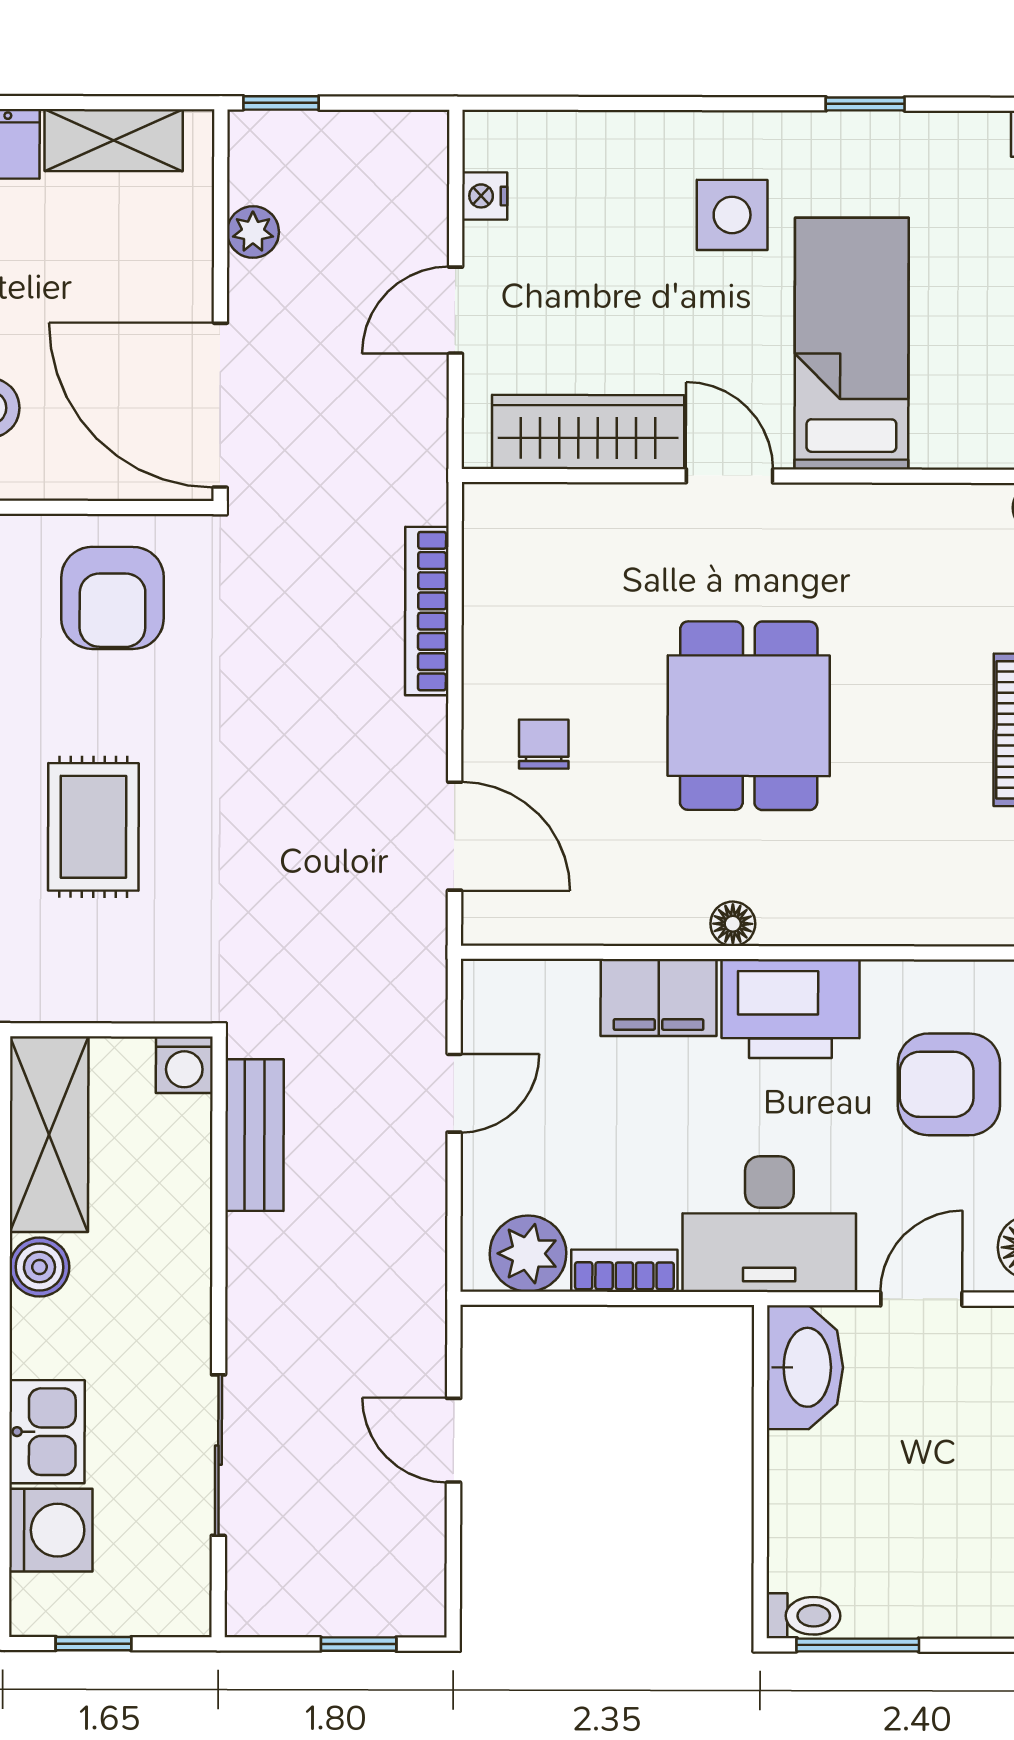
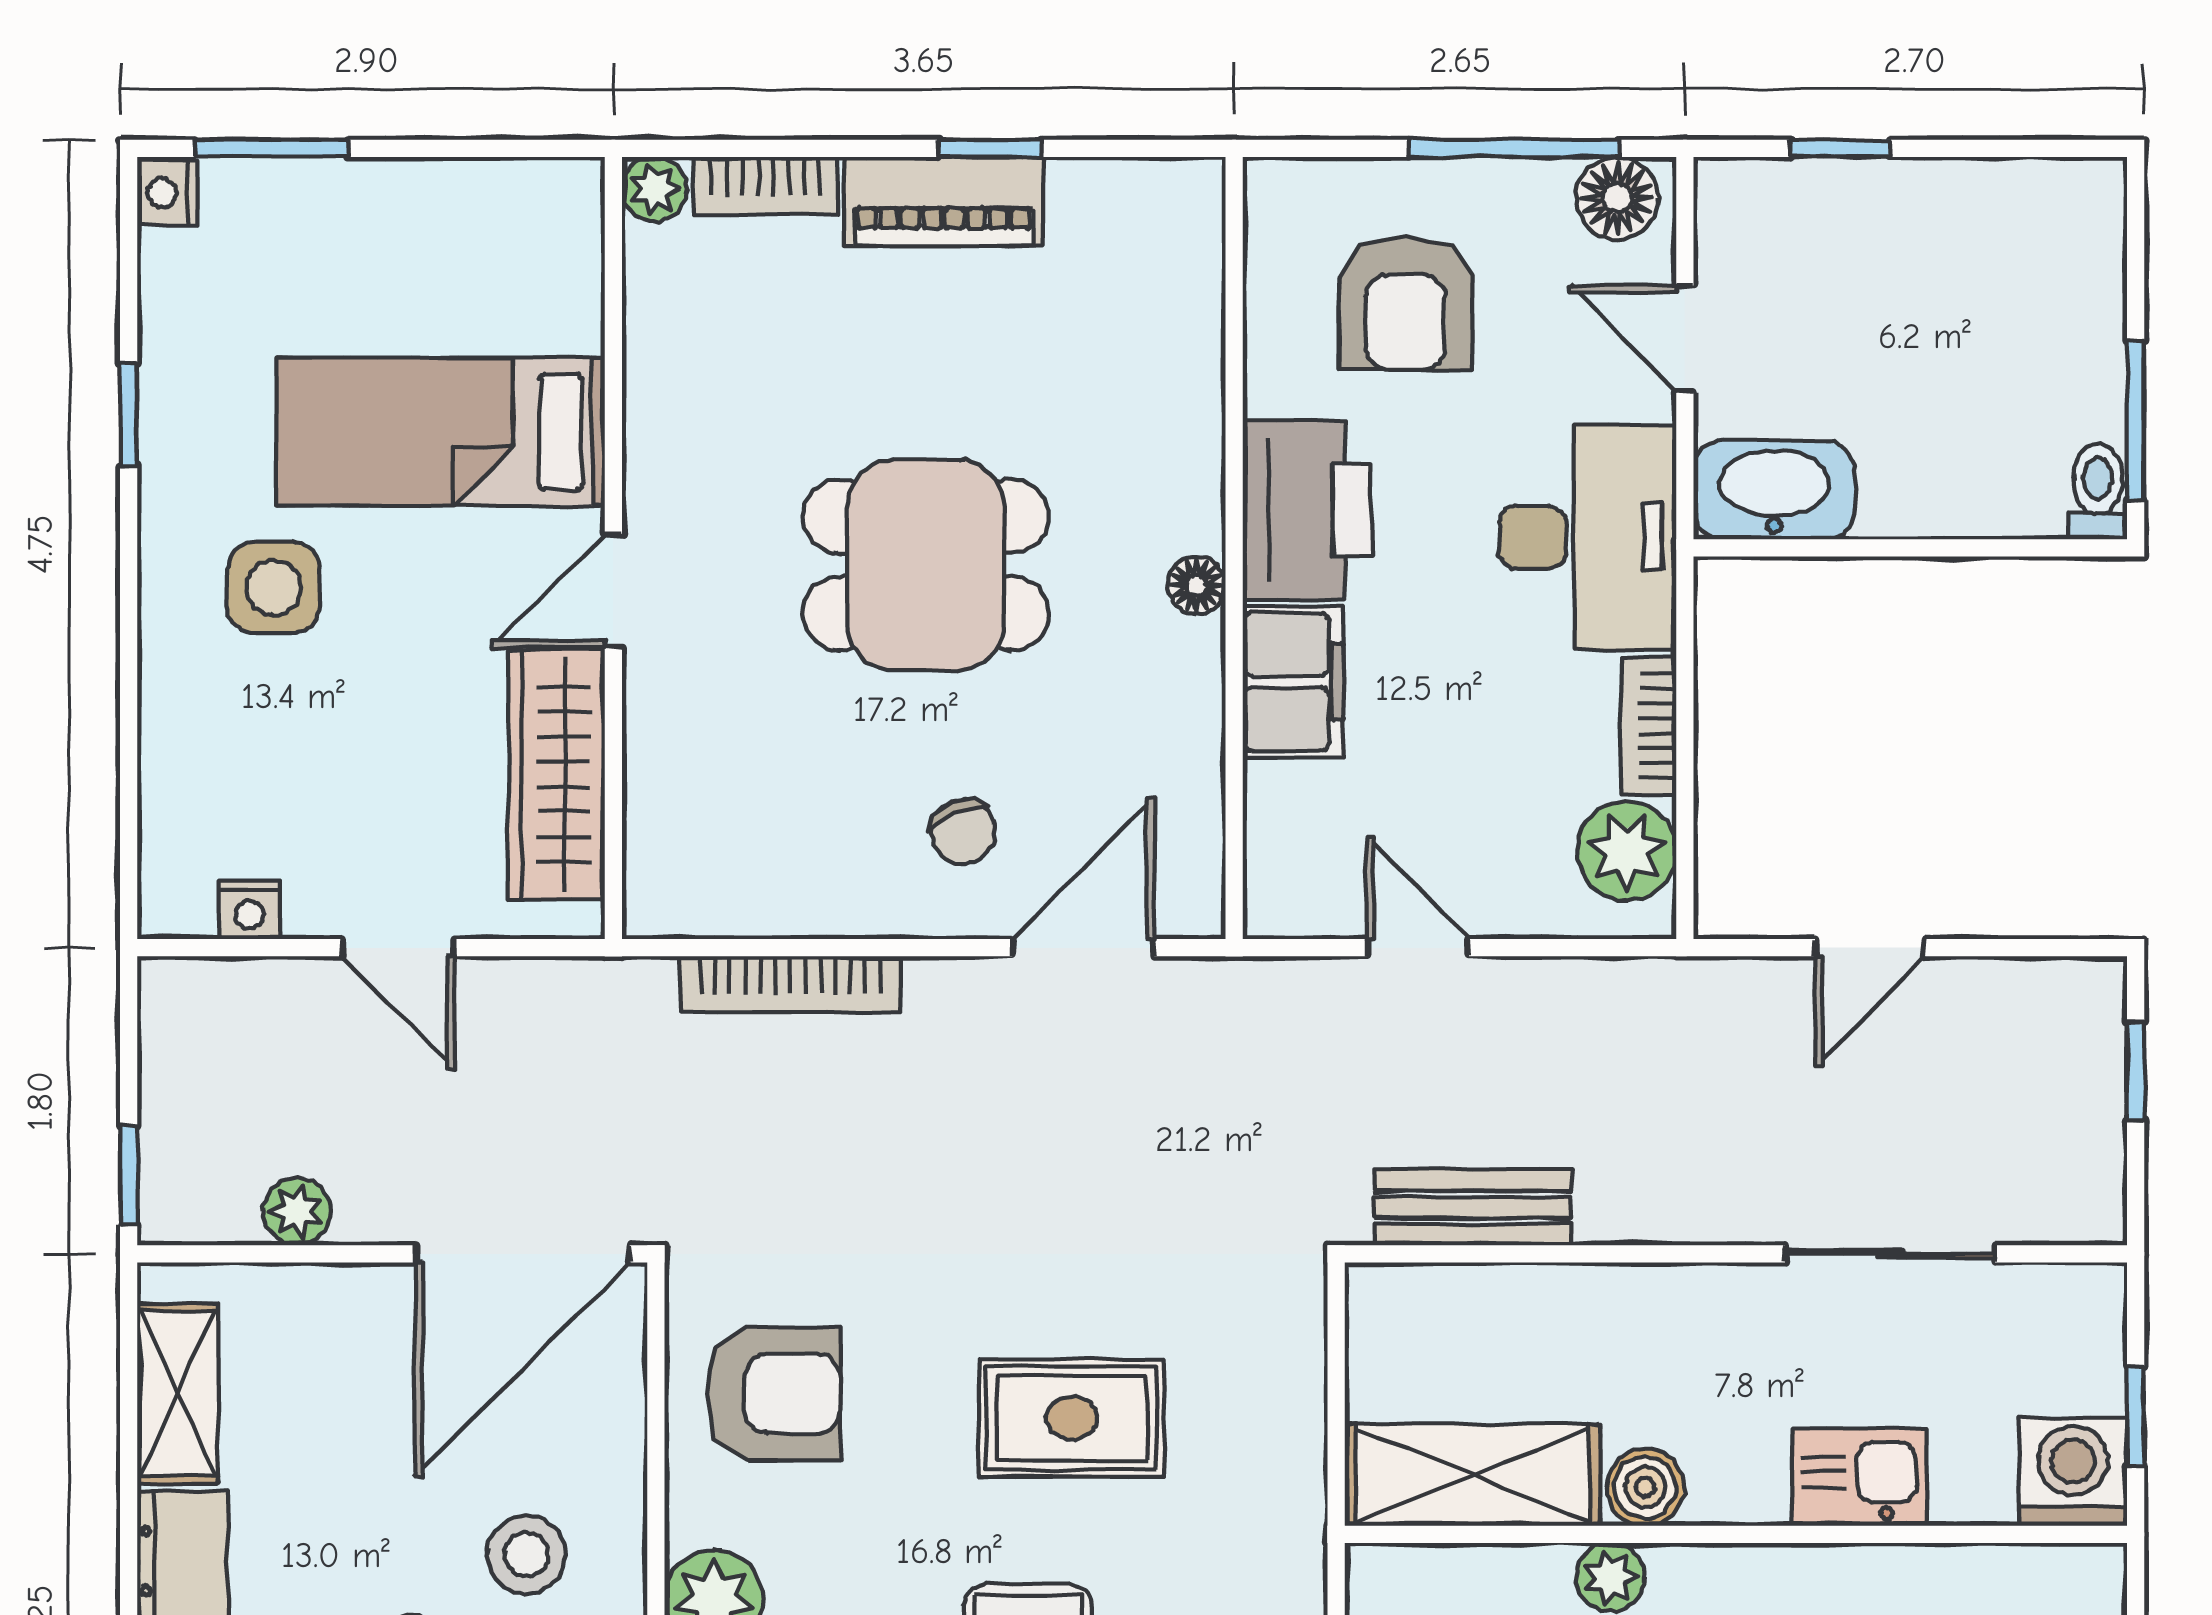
chair: (544, 744) -> (963, 832), turned -112
washing machine: (184, 1065) -> (1382, 1299), removed
washing machine: (51, 1530) -> (2073, 1472), moved

